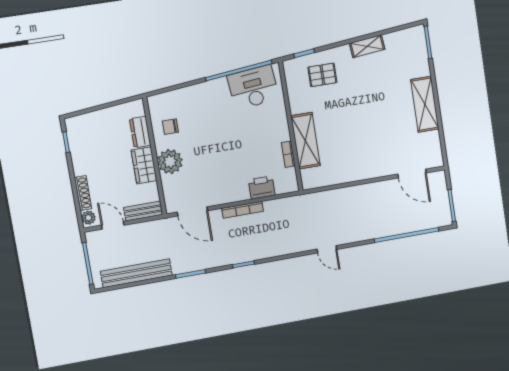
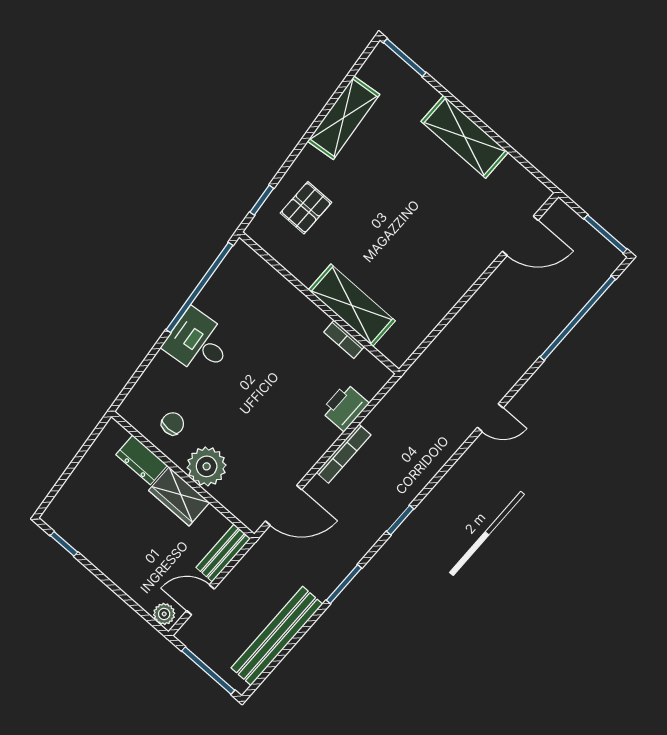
shelving: (367, 46) -> (344, 118), width x1.50, depth x1.33
desk: (253, 87) -> (198, 343), moved, width x0.73
chair: (170, 127) -> (173, 424), turned 180
shoe rack: (83, 193) -> (133, 589), removed

